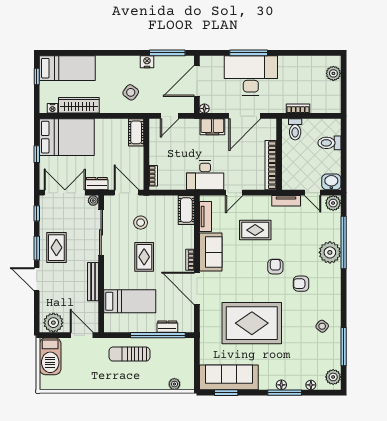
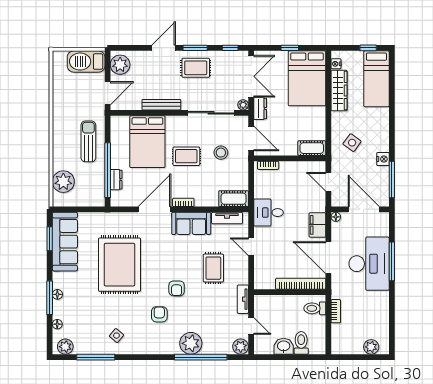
bookcase: (271, 165) -> (301, 284), moved
desk: (205, 175) -> (268, 213), width x0.73
washbasin: (331, 182) -> (284, 346), moved, turned -90
door: (127, 193) -> (251, 138), hinge flipped
door: (313, 193) -> (251, 326), swing flipped
armchair: (275, 267) -> (177, 288), turned 90
bed: (130, 301) -> (147, 142), width x1.50
plant: (174, 384) -> (63, 182), width x1.88, depth x1.88

